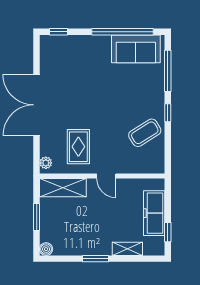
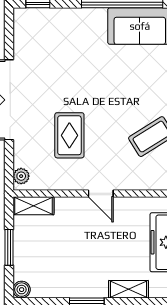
rug: (78, 147) -> (69, 135), moved
shelving: (63, 188) -> (33, 206), width x0.67, depth x0.75

